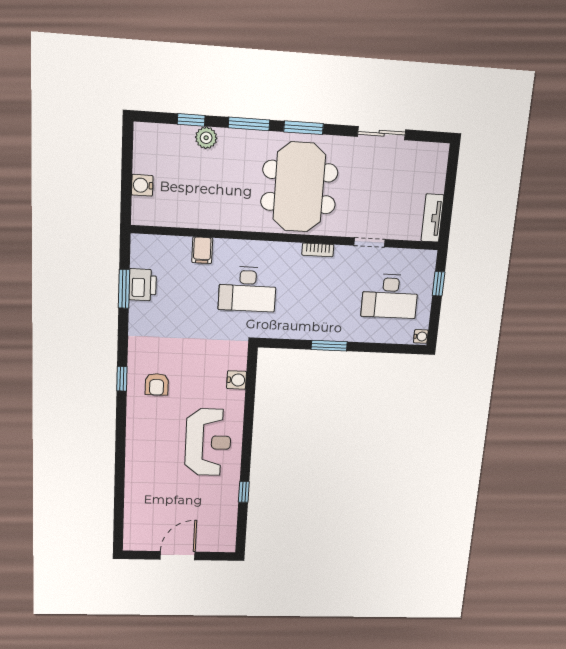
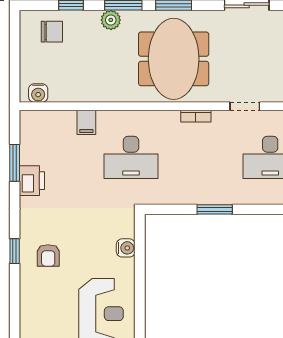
plant: (206, 138) -> (111, 20), moved
chair: (169, 149) -> (52, 32), added
water cooler: (142, 185) -> (38, 93), moved, turned -90
printer: (143, 285) -> (32, 181), moved

